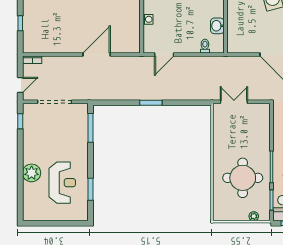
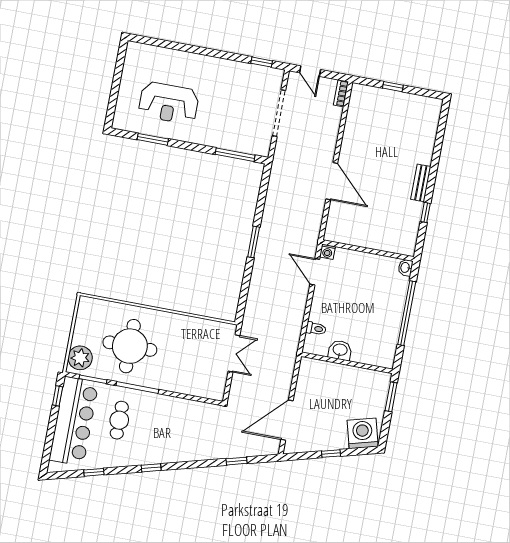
washing machine: (148, 19) -> (327, 252), moved
plant: (32, 173) -> (189, 64), removed
plant: (254, 216) -> (80, 358), width x1.87, depth x1.87

